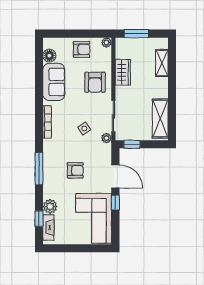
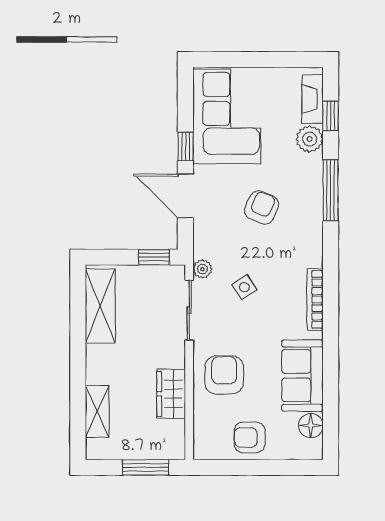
plant: (106, 42) -> (202, 451), removed
window: (39, 169) -> (331, 190), moved
armchair: (75, 170) -> (262, 208), turned 113

